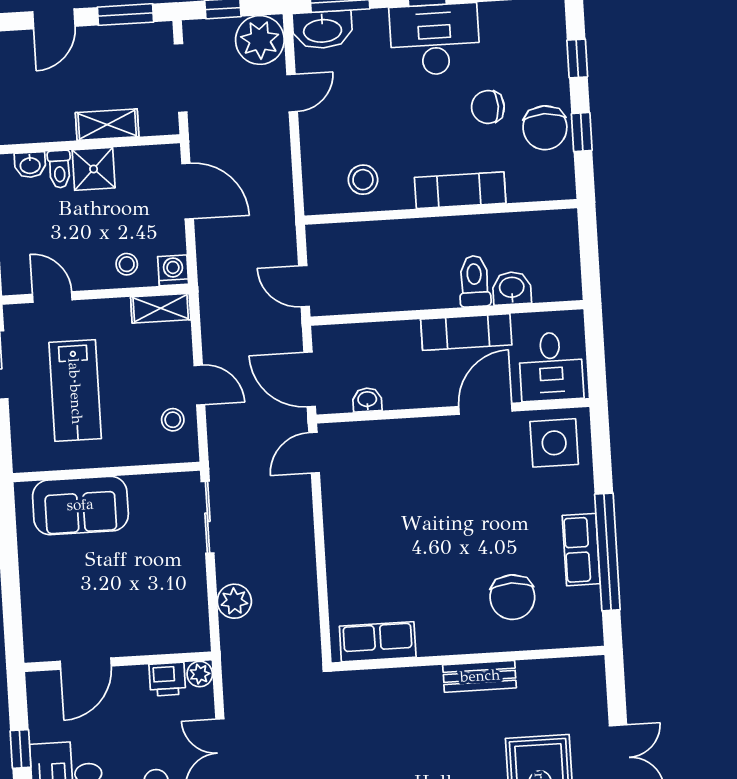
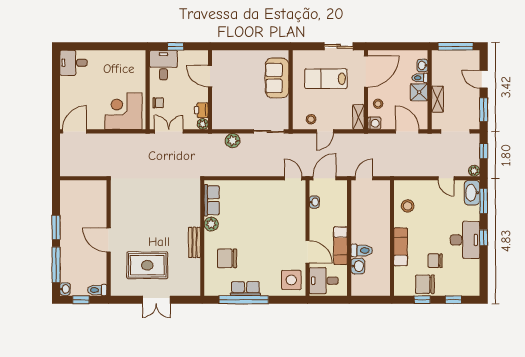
plant: (260, 40) -> (474, 171), width x0.53, depth x0.53
chair: (488, 107) -> (435, 261), turned -90
door: (188, 191) -> (407, 131), swing flipped
door: (52, 297) -> (366, 71), width x1.88
plant: (434, 640) -> (211, 224), added

